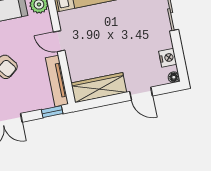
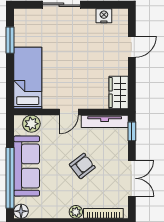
floor lamp: (174, 77) -> (123, 14), removed
wardrobe: (99, 88) -> (119, 93), width x0.67

